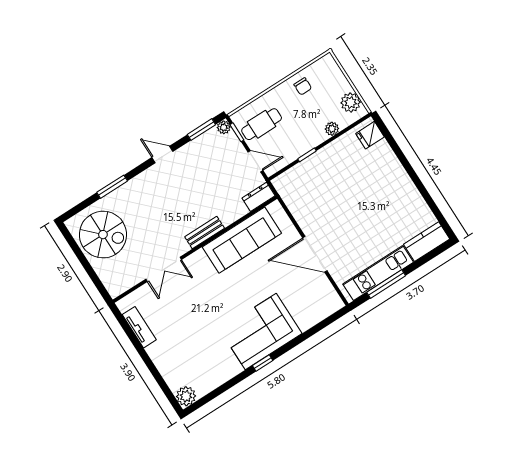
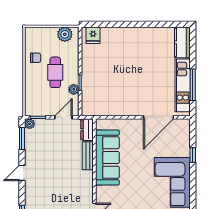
cafe table: (262, 124) -> (55, 72), moved
plant: (332, 129) -> (74, 89), moved
bench: (205, 232) -> (88, 156), moved
door: (315, 254) -> (159, 117), moved
window: (263, 363) -> (193, 155), moved

